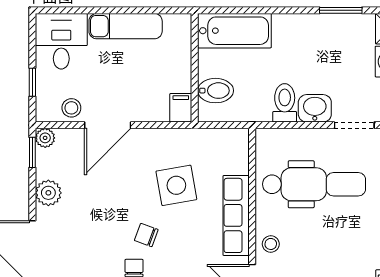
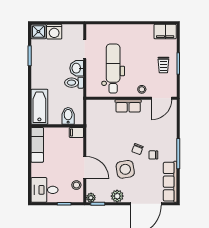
exam couch: (126, 26) -> (37, 145), moved
side table: (176, 185) -> (125, 169), moved
row of seats: (236, 215) -> (128, 106), width x0.68

